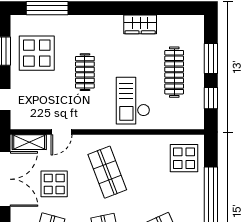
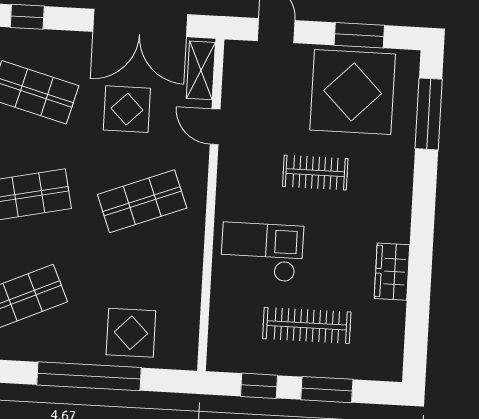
display table: (37, 53) -> (353, 92), width x1.36, depth x1.36
display table: (184, 158) -> (131, 333), moved

